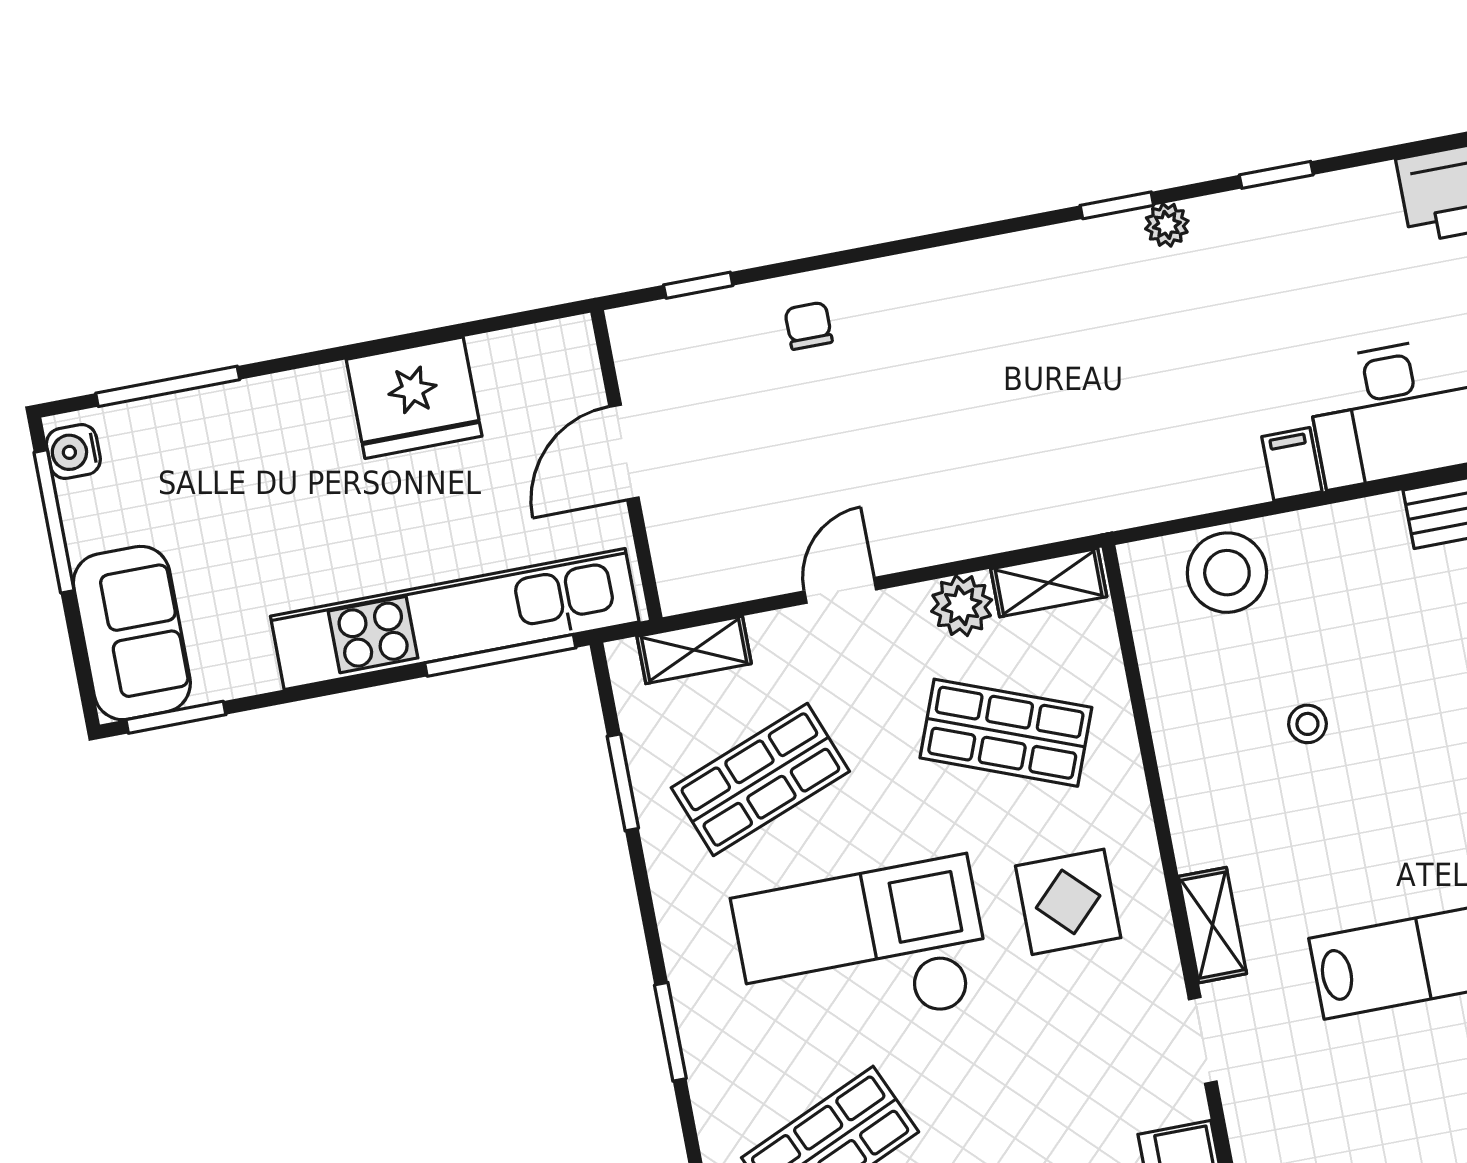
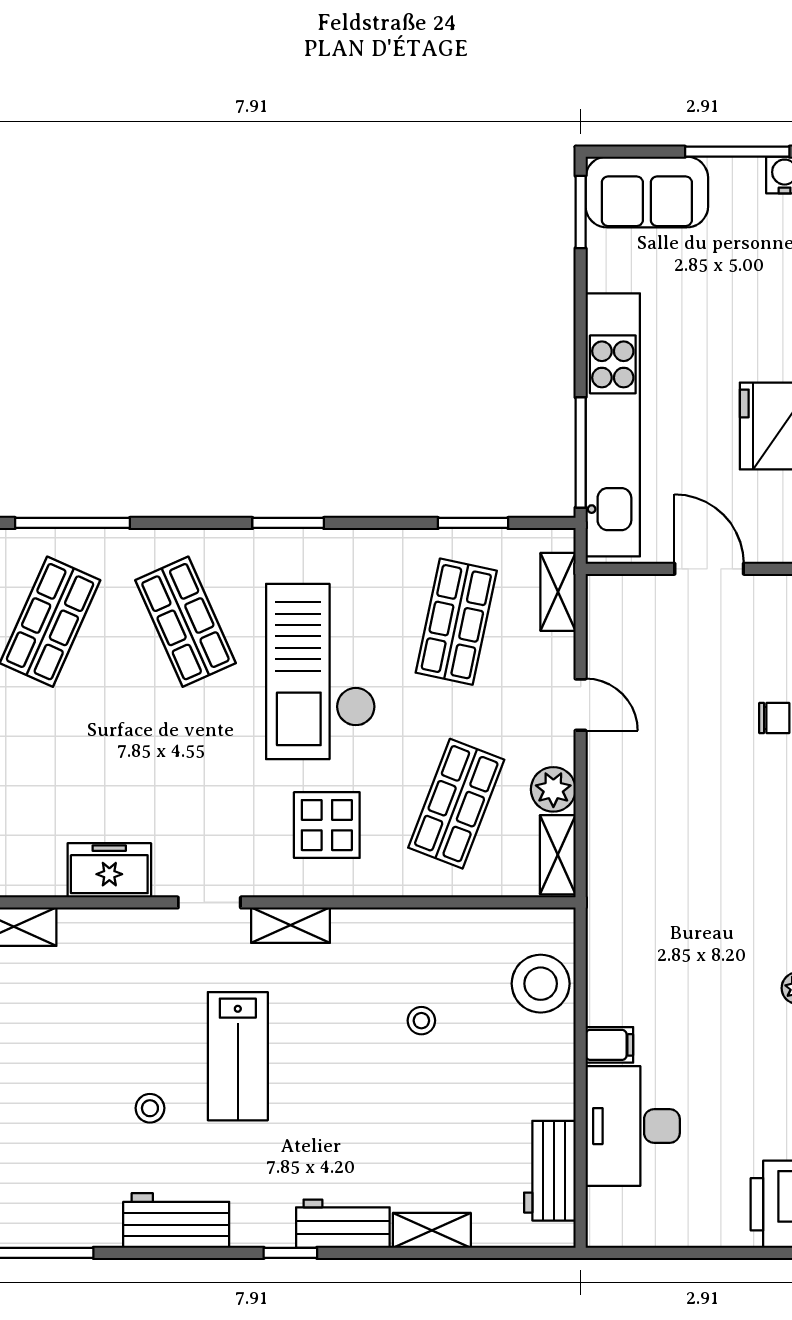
shop shelf: (760, 779) -> (456, 622), turned 33
checkout: (862, 950) -> (321, 671), turned 180

